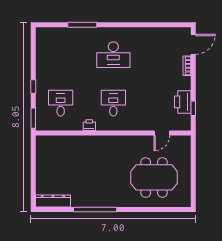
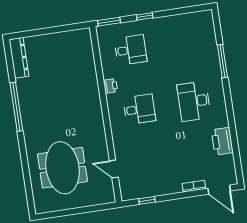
printer: (183, 102) -> (222, 141), moved, turned -90

